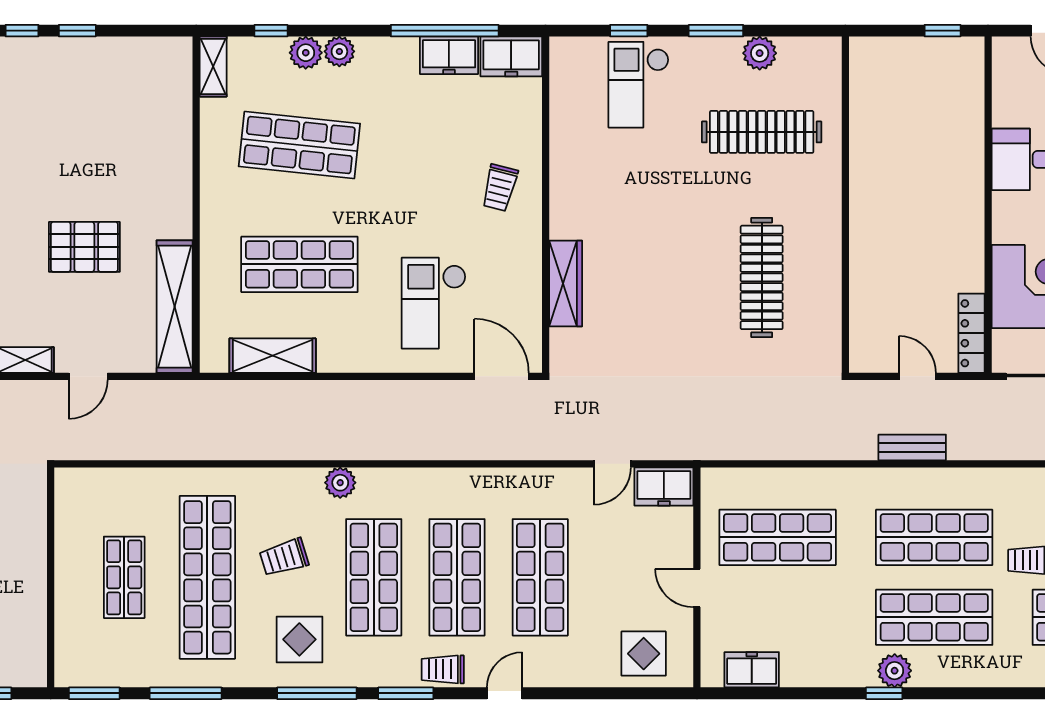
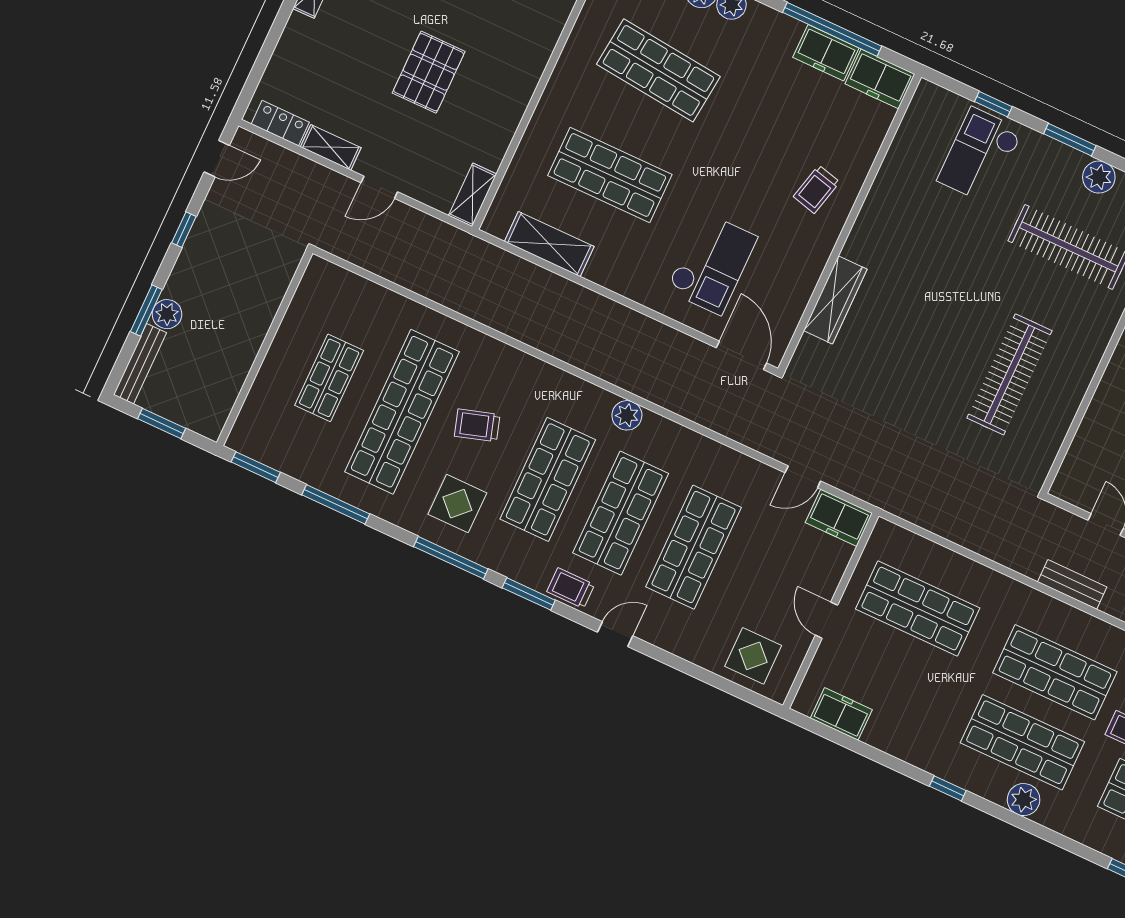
pallet: (84, 247) -> (429, 72), turned 90
checkout: (434, 303) -> (712, 264), turned 180
shelving: (175, 307) -> (473, 195), width x0.45, depth x0.75
plant: (340, 483) -> (627, 415), moved
plant: (895, 671) -> (1024, 800), moved

